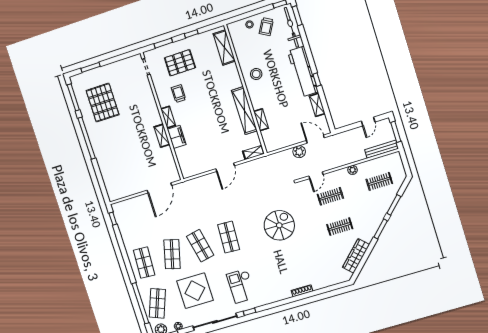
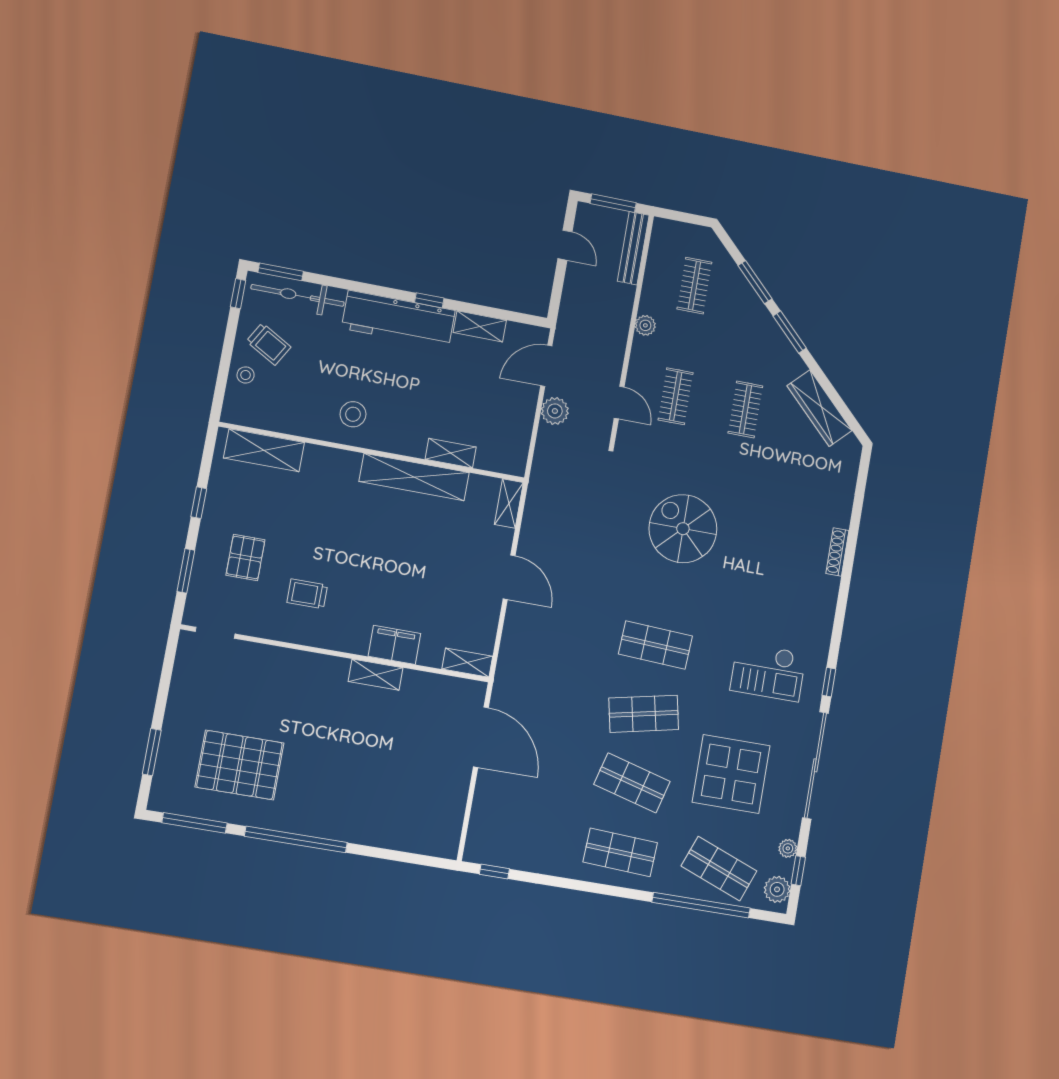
pallet: (180, 63) -> (245, 558), width x0.67, depth x0.71
shelving: (168, 117) -> (467, 663), moved

